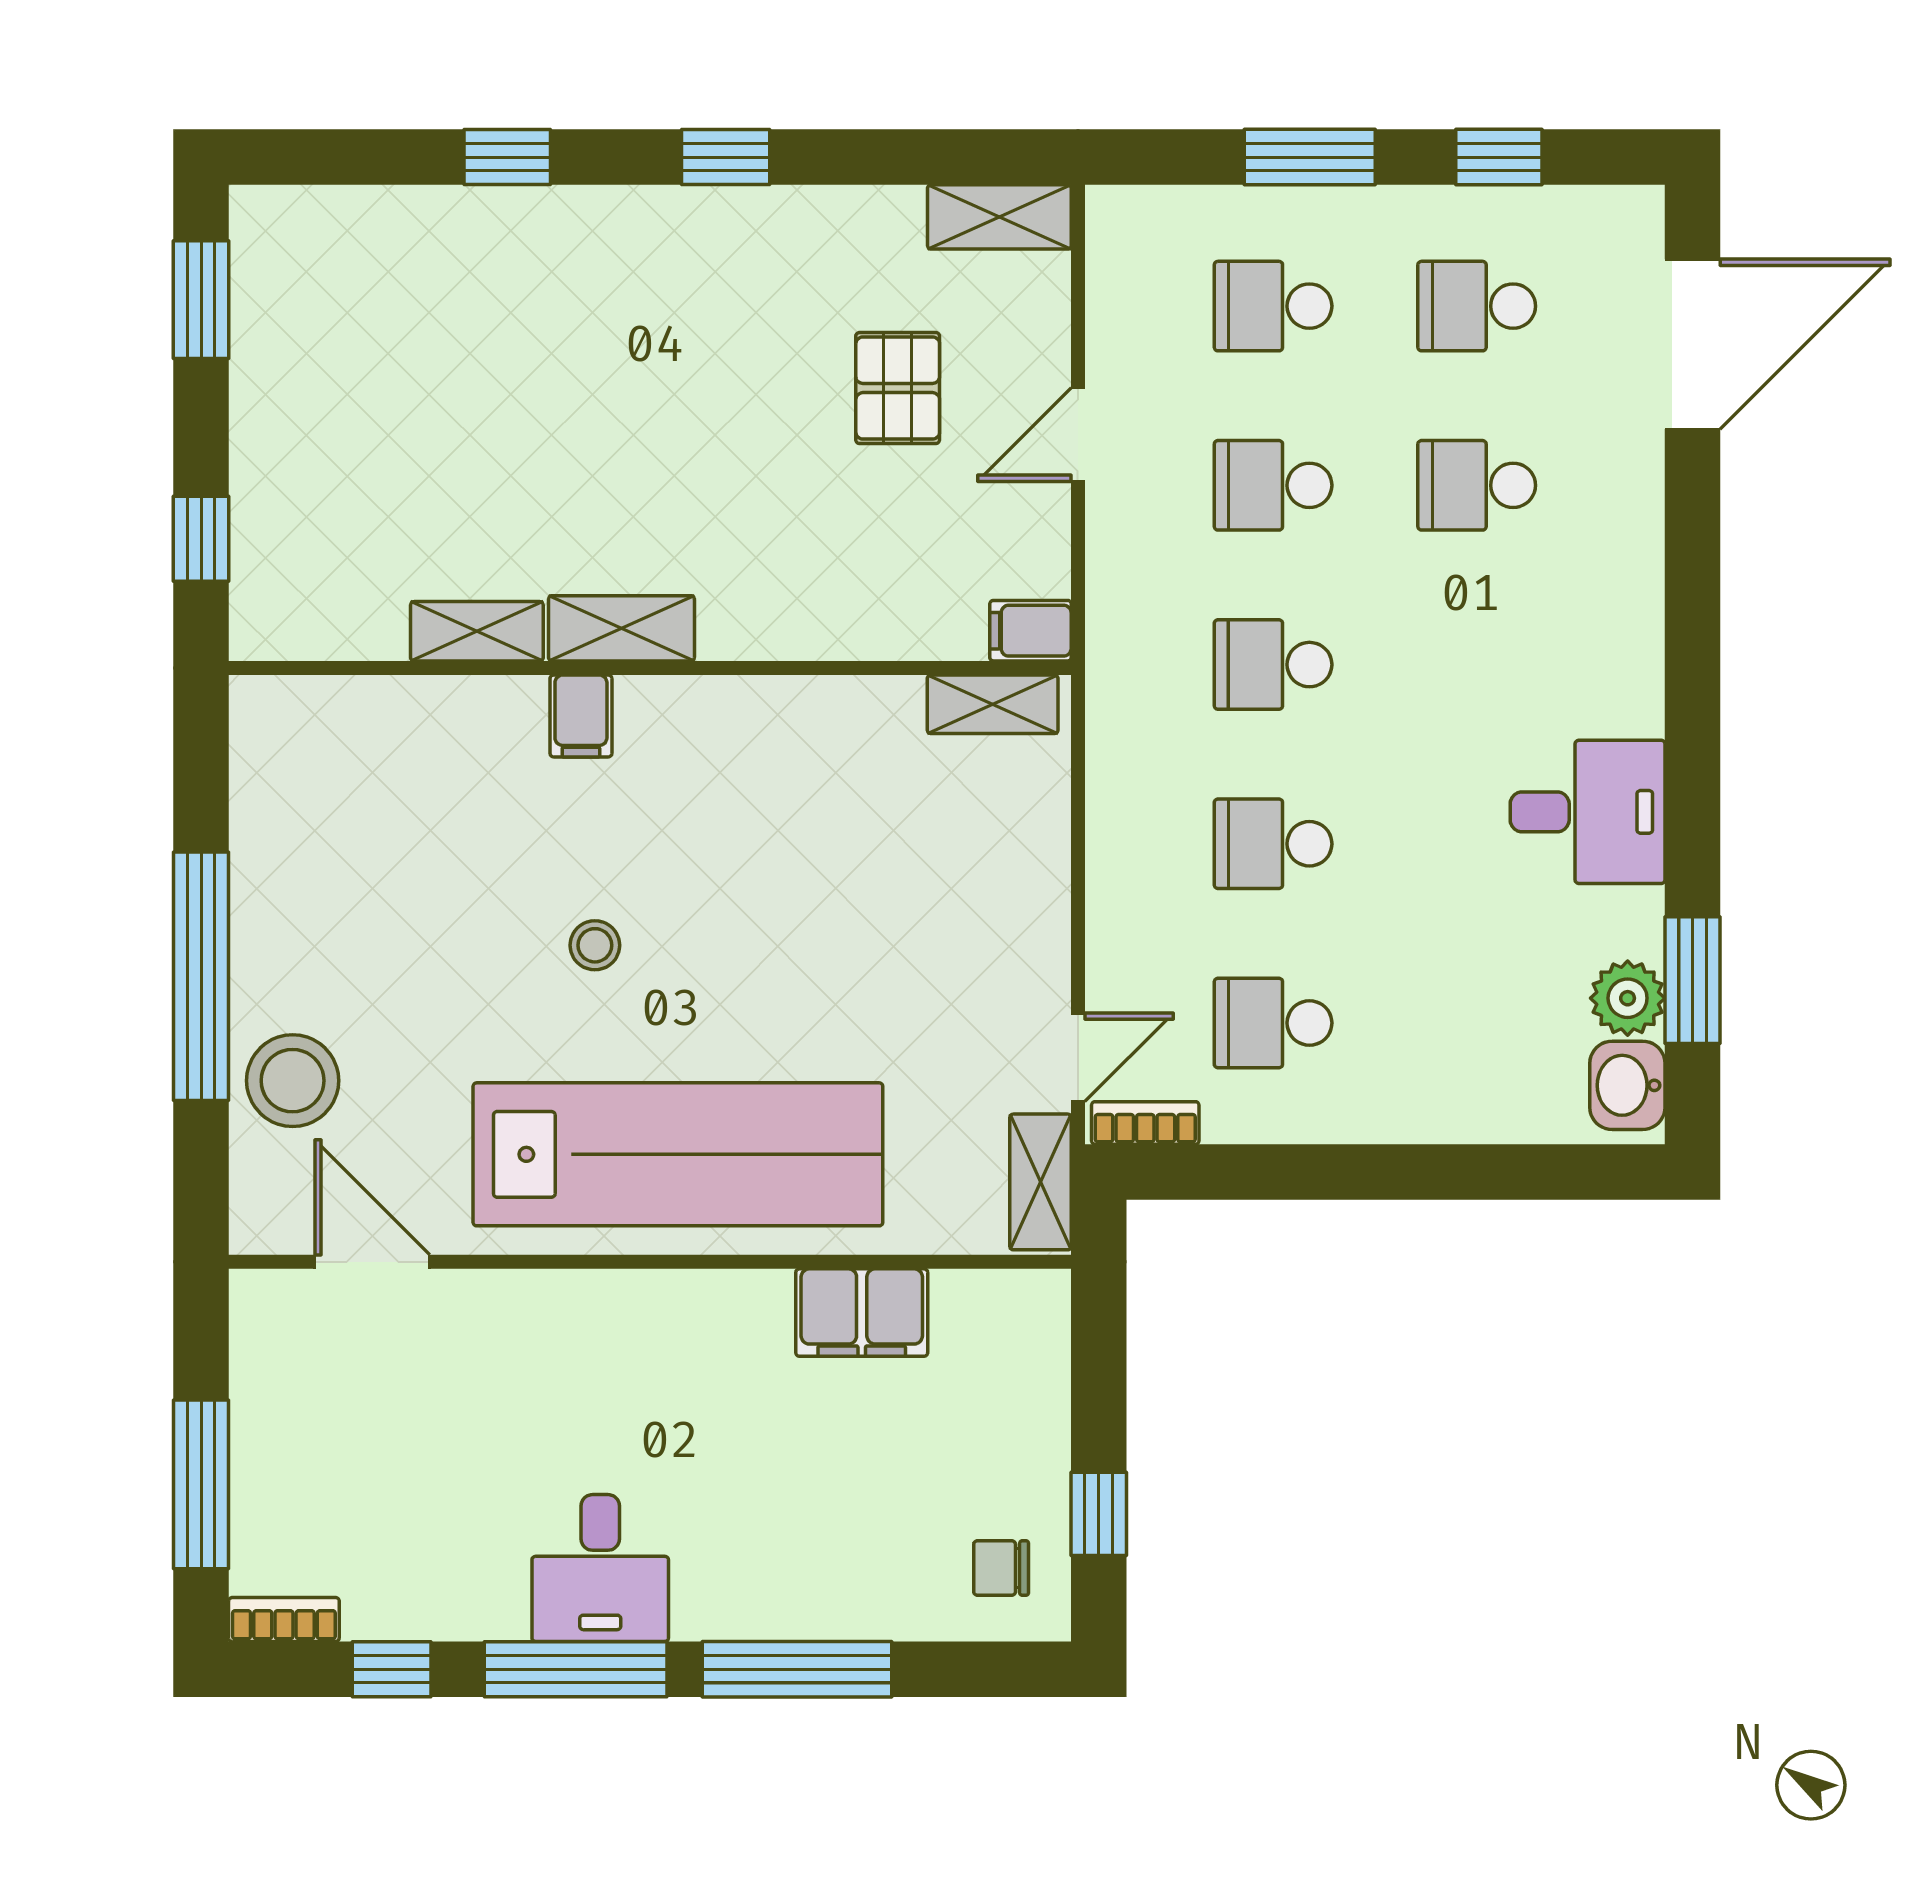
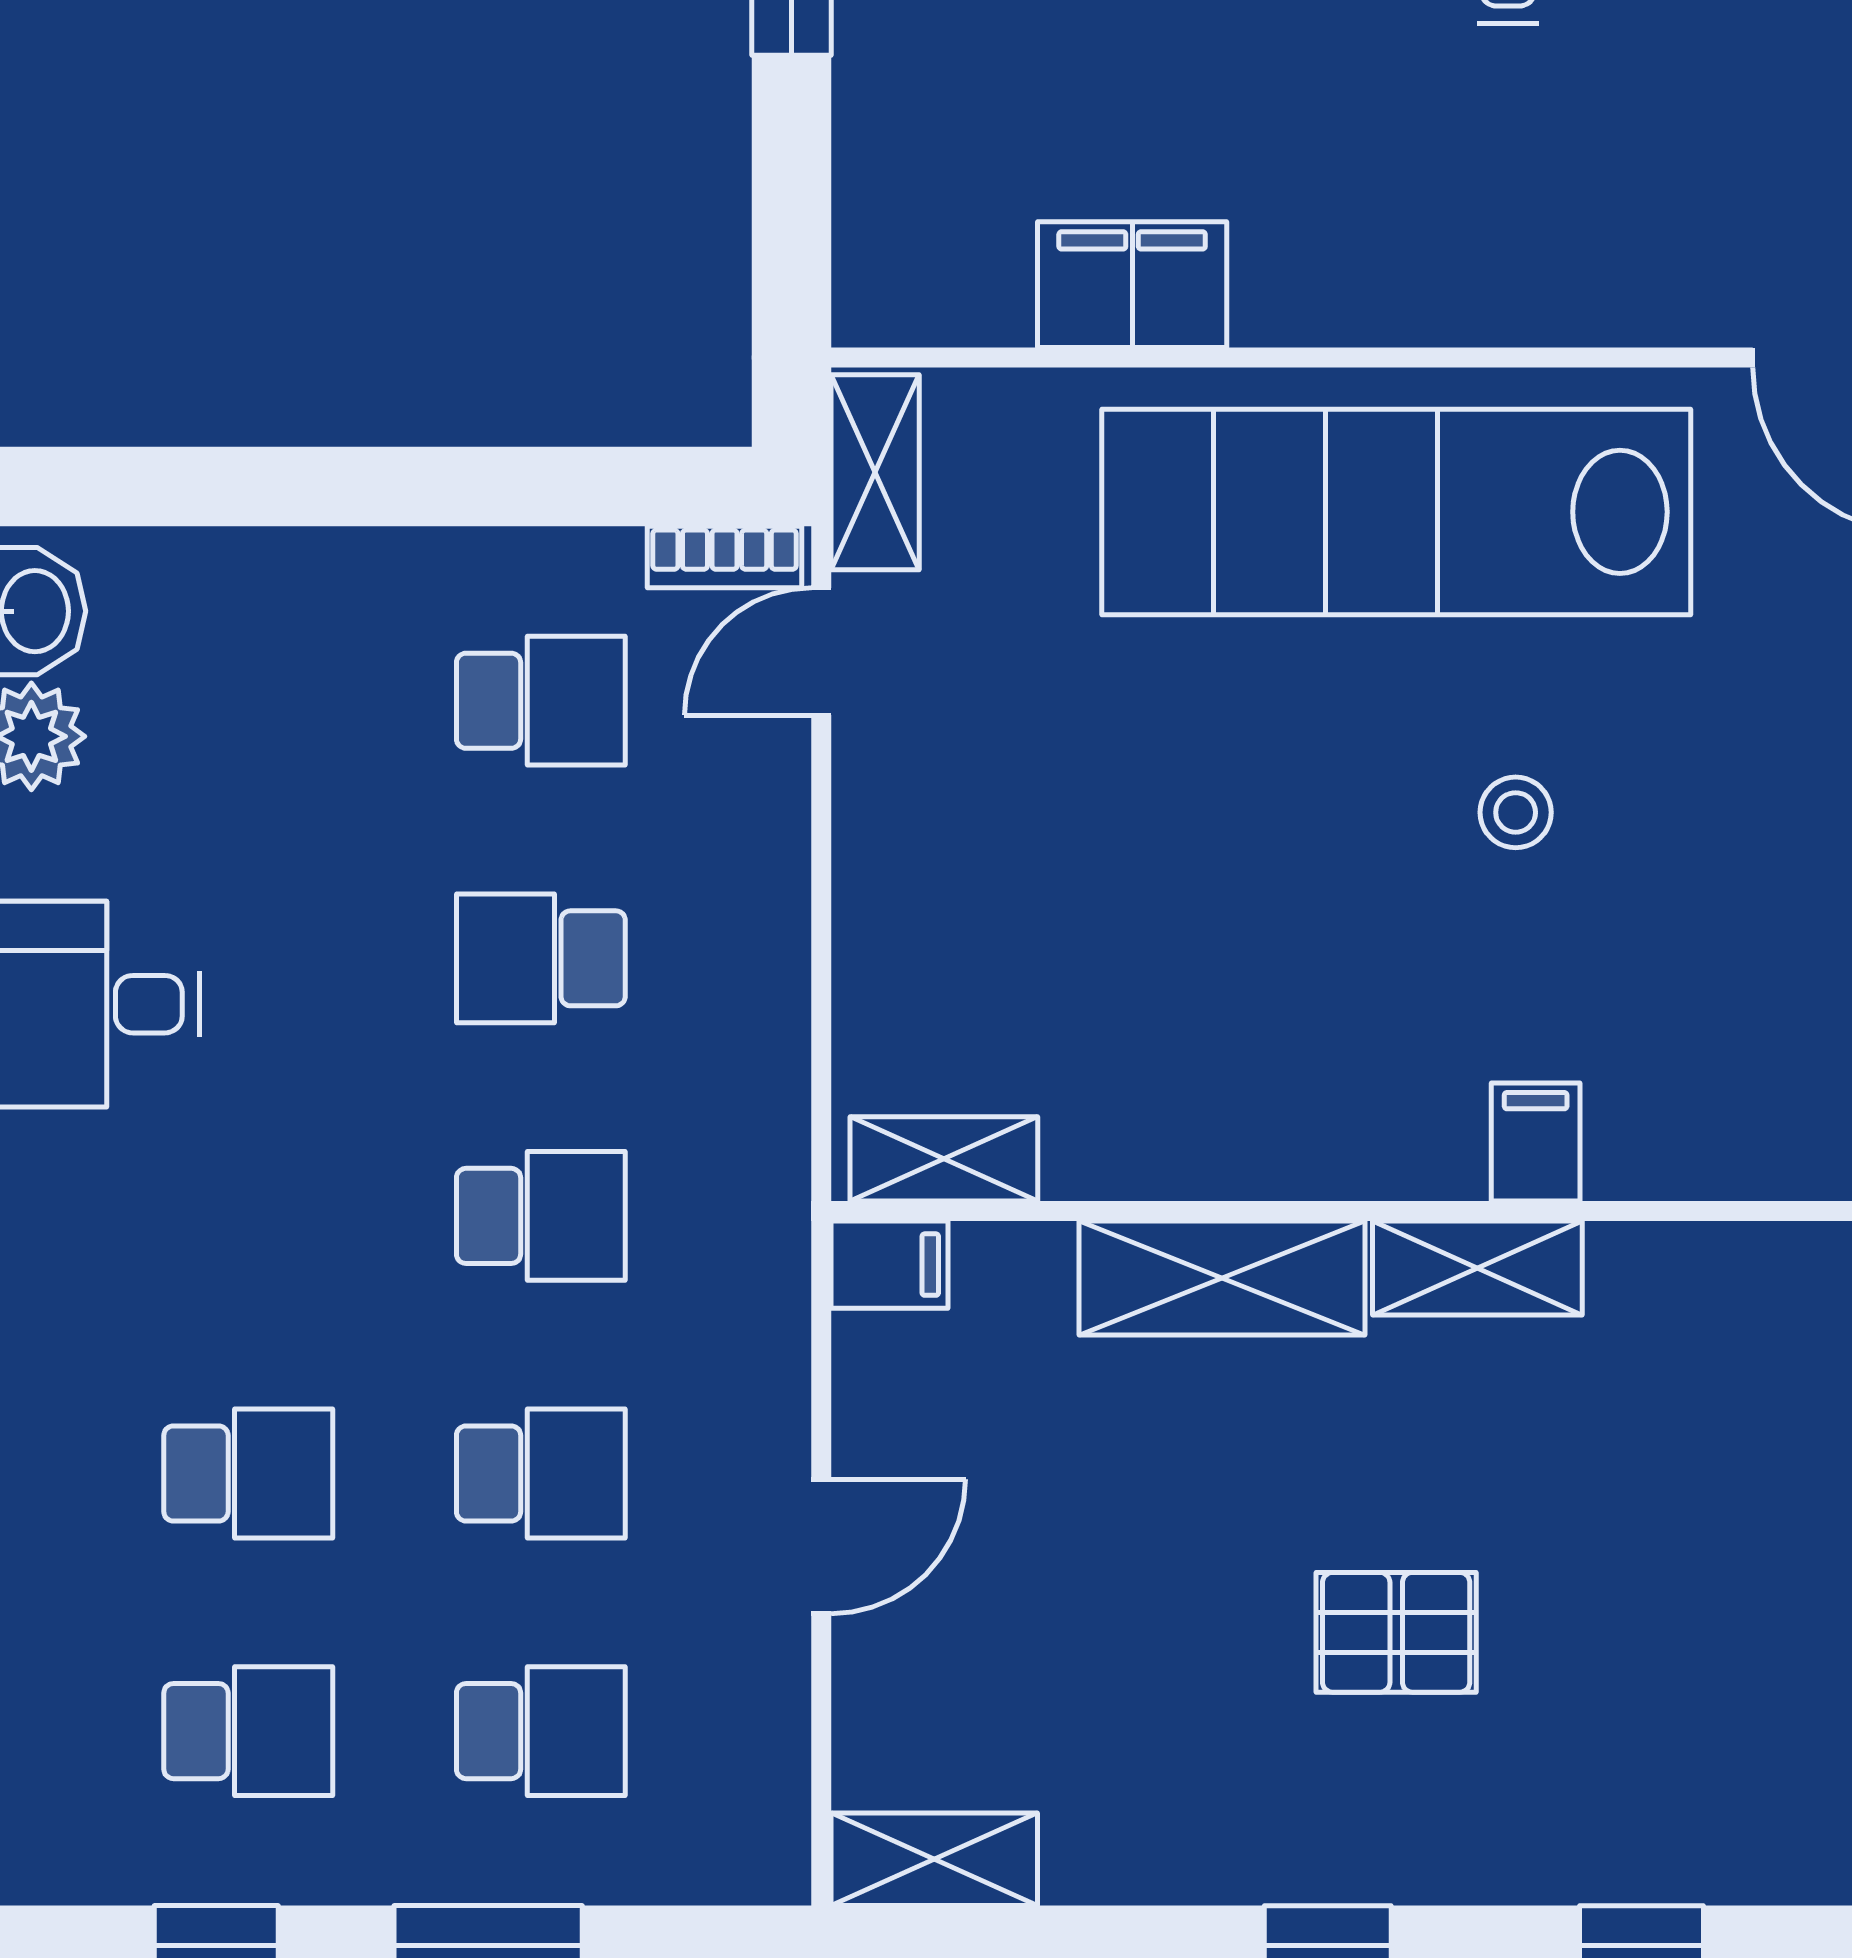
pallet: (898, 388) -> (1396, 1632), moved, turned 90
shelving: (477, 631) -> (1222, 1278), moved, width x1.50, depth x1.33
school desk: (1273, 844) -> (541, 958), turned 180

